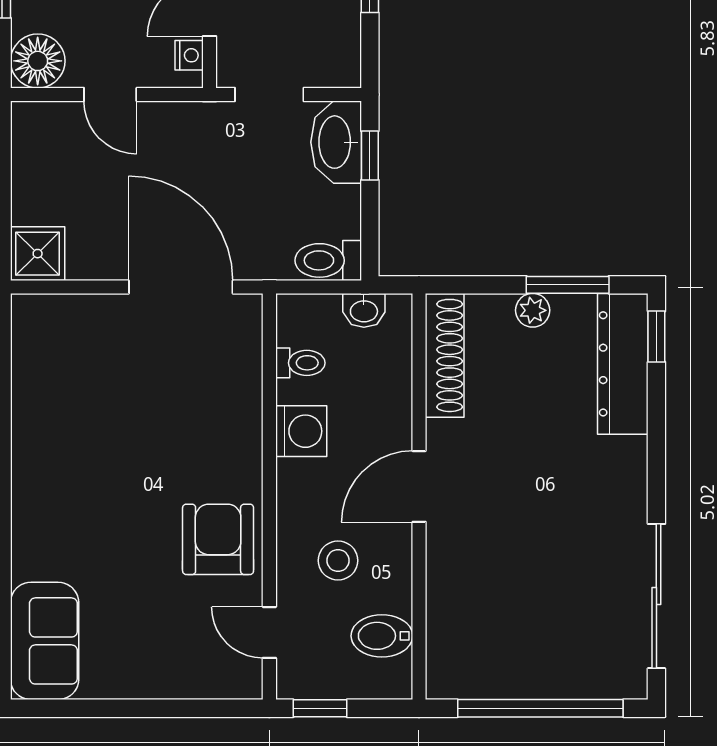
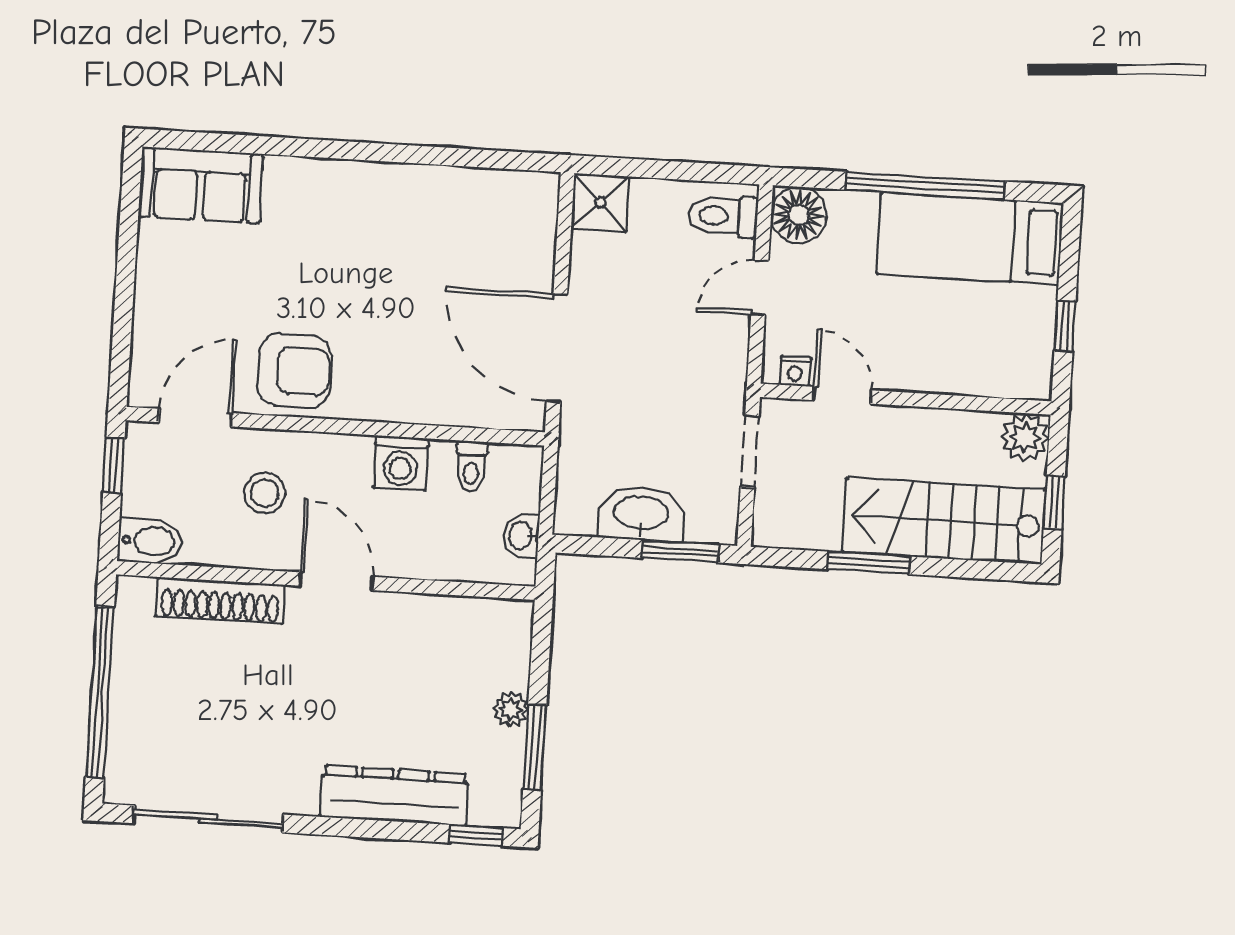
washbasin: (336, 142) -> (641, 514), moved
window: (370, 155) -> (681, 551), width x1.50
toilet: (328, 260) -> (723, 216), moved, turned -90
door: (181, 287) -> (557, 348), swing flipped
shoe rack: (445, 355) -> (220, 601), moved
dresser: (623, 364) -> (394, 795), moved
door: (269, 632) -> (195, 418), width x1.38
bidet: (382, 636) -> (150, 541), moved, turned 90

